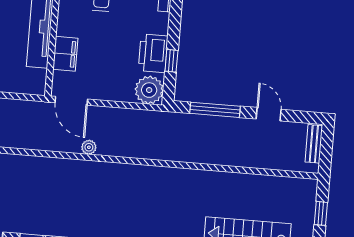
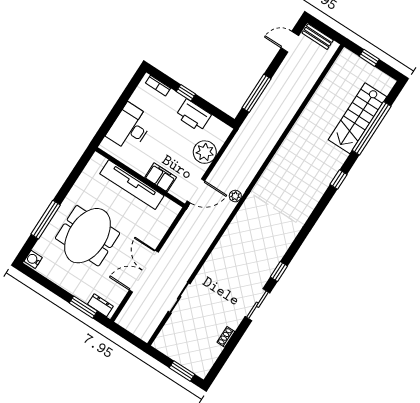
window: (171, 61) -> (186, 93), moved
plant: (149, 90) -> (205, 152), moved
door: (269, 114) -> (290, 42), moved

